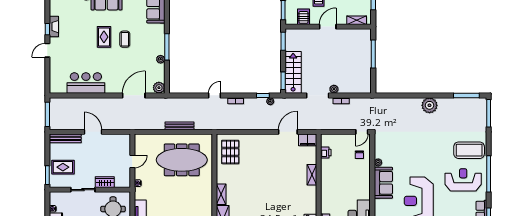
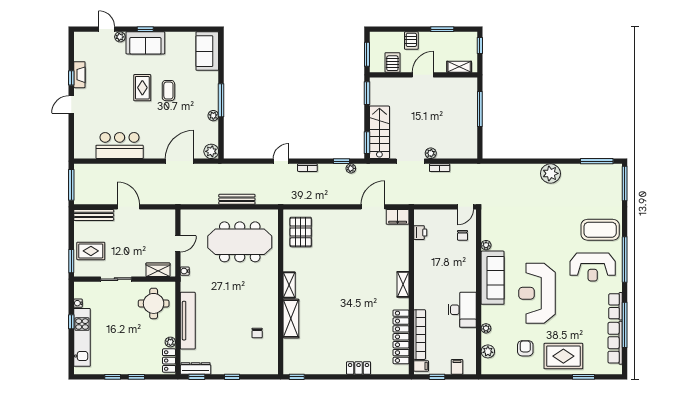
shelving: (312, 175) -> (403, 284), moved
reception desk: (463, 180) -> (593, 267), turned 180
wardrobe: (105, 182) -> (158, 270), moved
sofa: (383, 183) -> (493, 278), width x1.36

